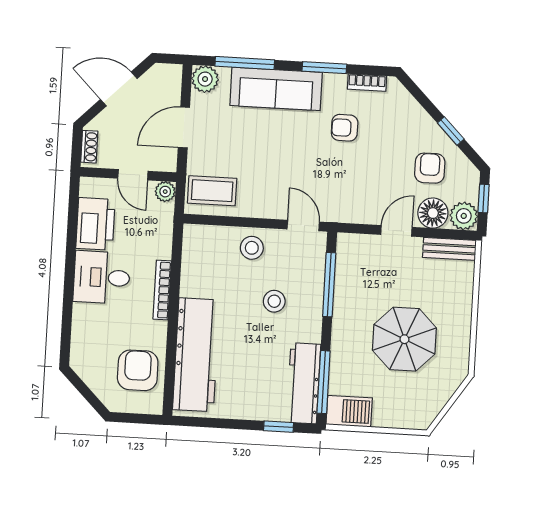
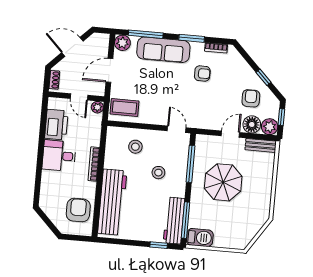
armchair: (345, 128) -> (202, 73), turned 180
stool: (252, 248) -> (135, 147), moved
parasol: (404, 339) -> (223, 182), moved

